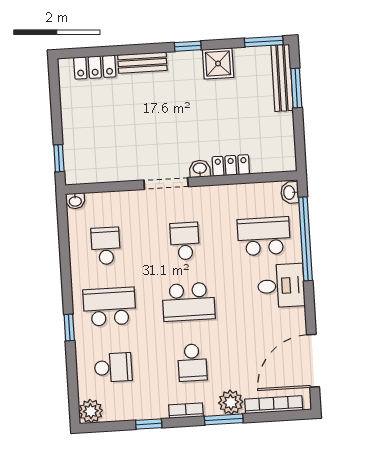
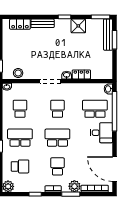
stool: (97, 171) -> (18, 73), added
school desk: (189, 302) -> (57, 138), turned 180
door: (313, 361) -> (114, 169), hinge flipped
school desk: (192, 363) -> (57, 166), turned 180

